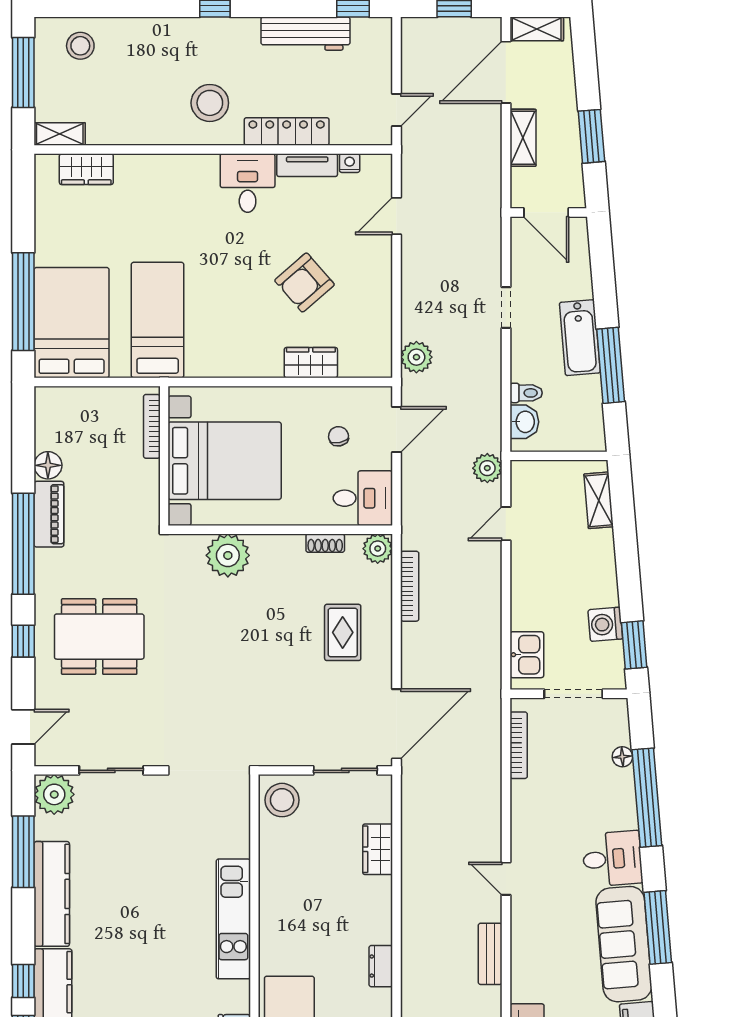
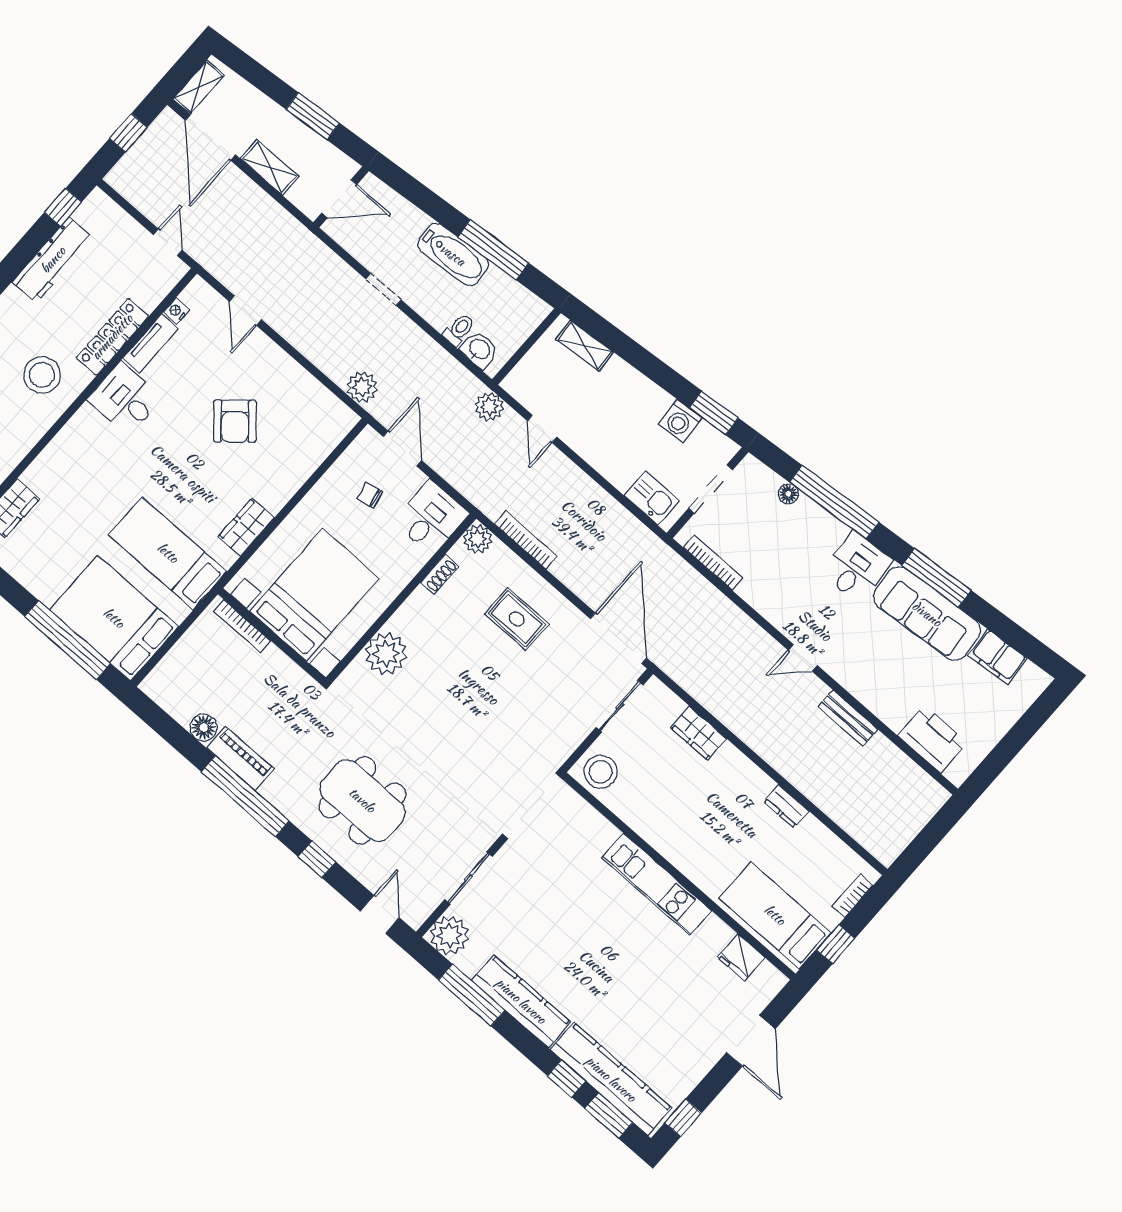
wardrobe: (311, 363) -> (246, 527), moved
dining table: (99, 637) -> (362, 800), turned 90

